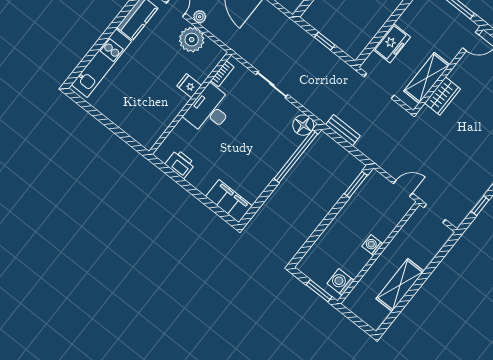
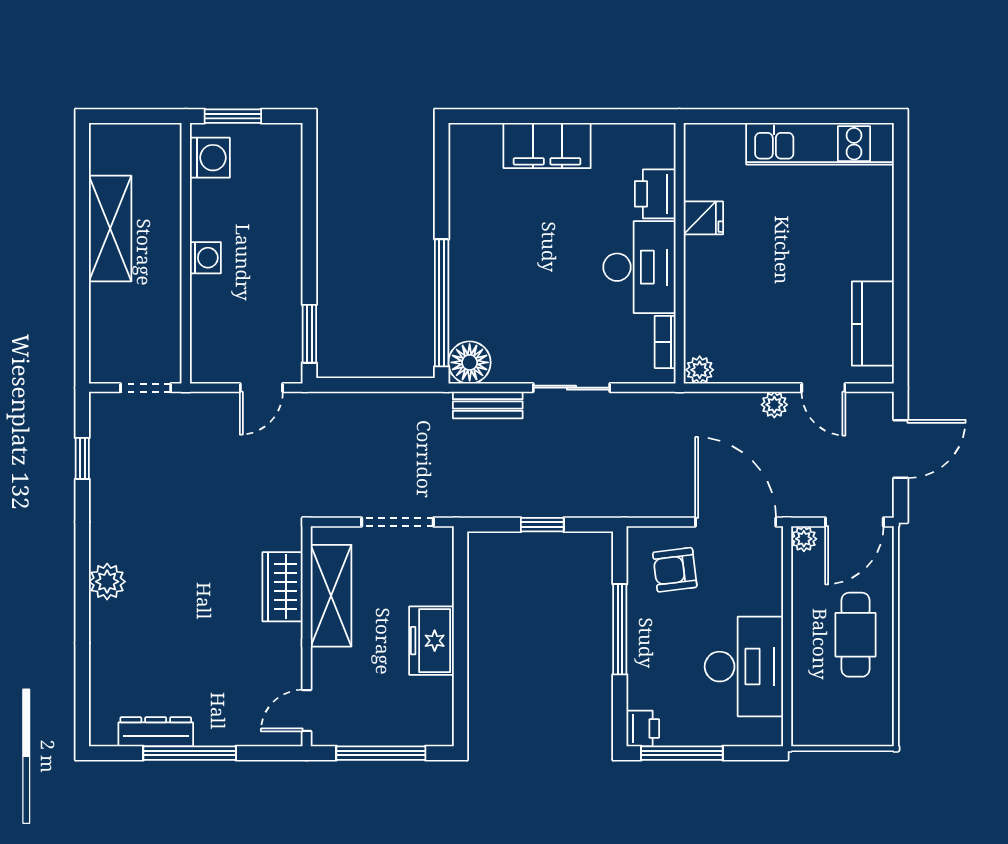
plant: (192, 40) -> (700, 370), moved, width x0.53, depth x0.53
freezer: (392, 43) -> (431, 641), moved
kitchen unit: (101, 63) -> (820, 144), moved, turned -90
fridge: (189, 86) -> (703, 218), moved
bench: (343, 130) -> (488, 405), moved
printer: (180, 164) -> (655, 194), moved, turned 90
door: (403, 188) -> (261, 388), moved
filing cabinet: (229, 201) -> (547, 146), moved

